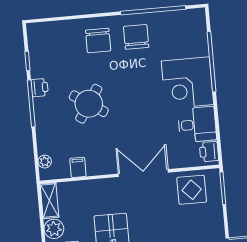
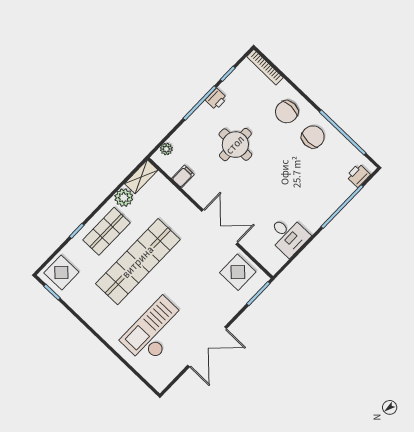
bookcase: (48, 27) -> (265, 67), added
corner desk: (187, 83) -> (312, 202), removed
round table: (89, 104) -> (235, 145), turned -33
printer: (209, 152) -> (358, 175), moved

